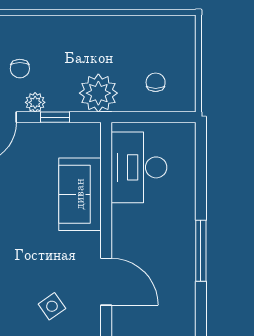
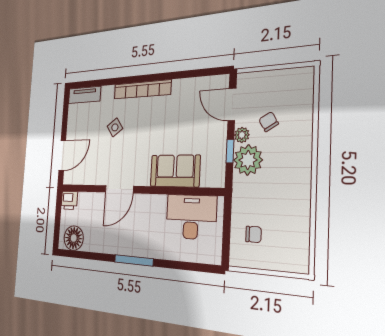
chair: (20, 69) -> (269, 122), turned 59
plant: (98, 93) -> (248, 160), moved
side table: (52, 306) -> (115, 127), moved

